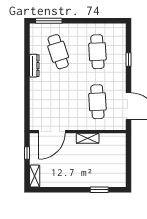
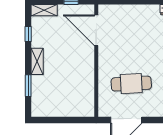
shelving: (88, 138) -> (37, 61), moved
window: (55, 190) -> (28, 34), added

